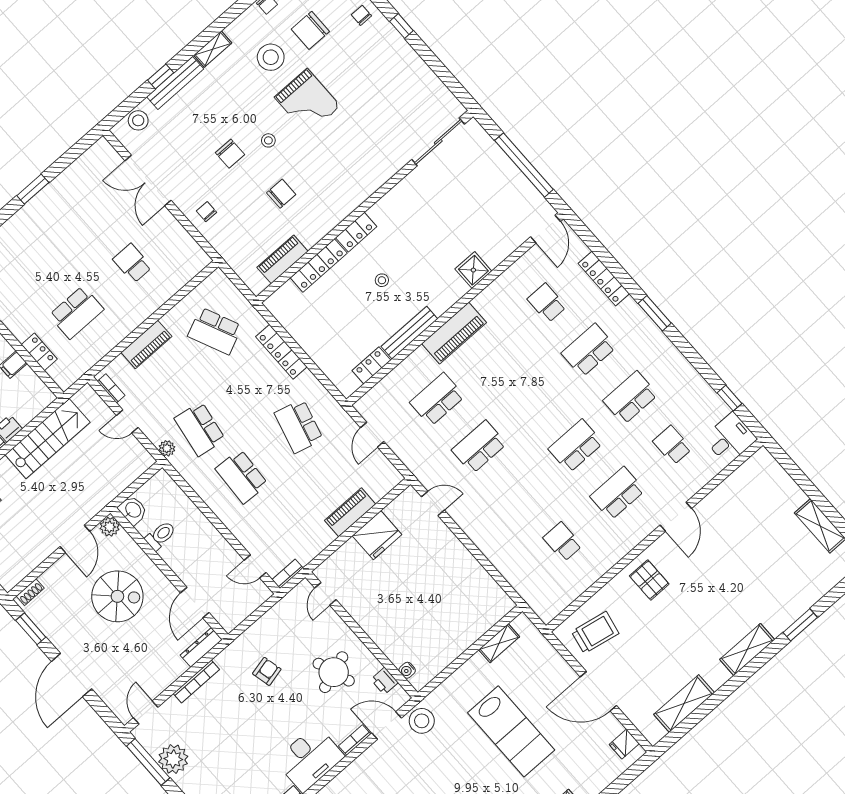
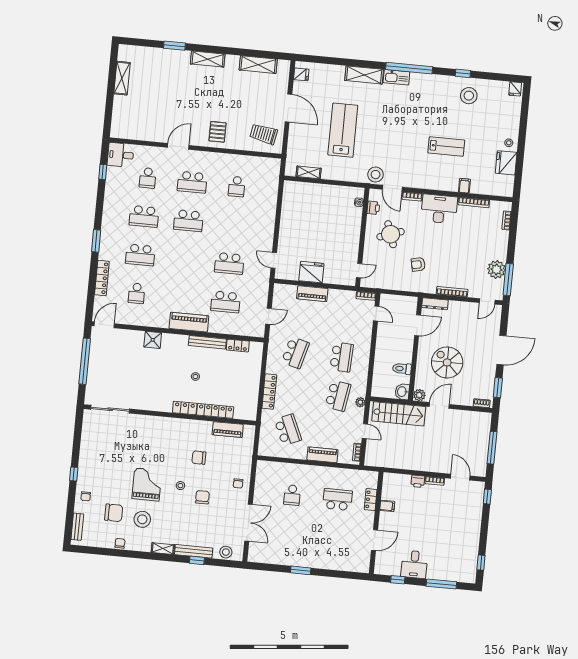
stairs: (48, 439) -> (399, 414), moved, turned 180

